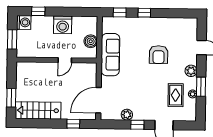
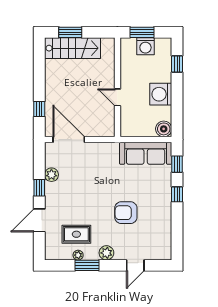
washing machine: (24, 22) -> (145, 46), moved
boiler: (91, 41) -> (164, 129), moved
sofa: (110, 55) -> (146, 153), moved
stairs: (38, 110) -> (72, 48), moved, turned 90

